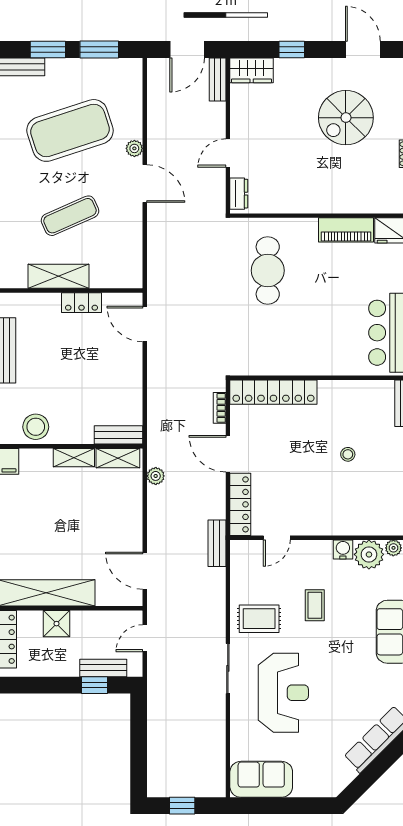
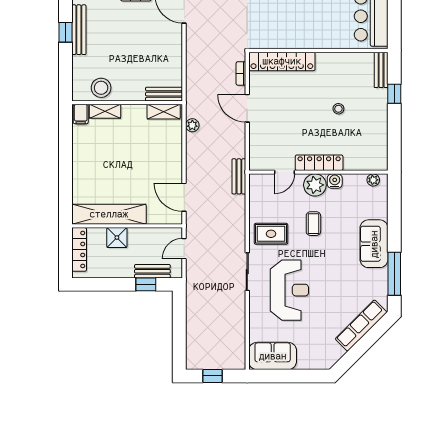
shelving: (74, 458) -> (105, 111), moved
locker: (240, 504) -> (319, 163), moved, turned -90
plant: (369, 554) -> (315, 185), moved

